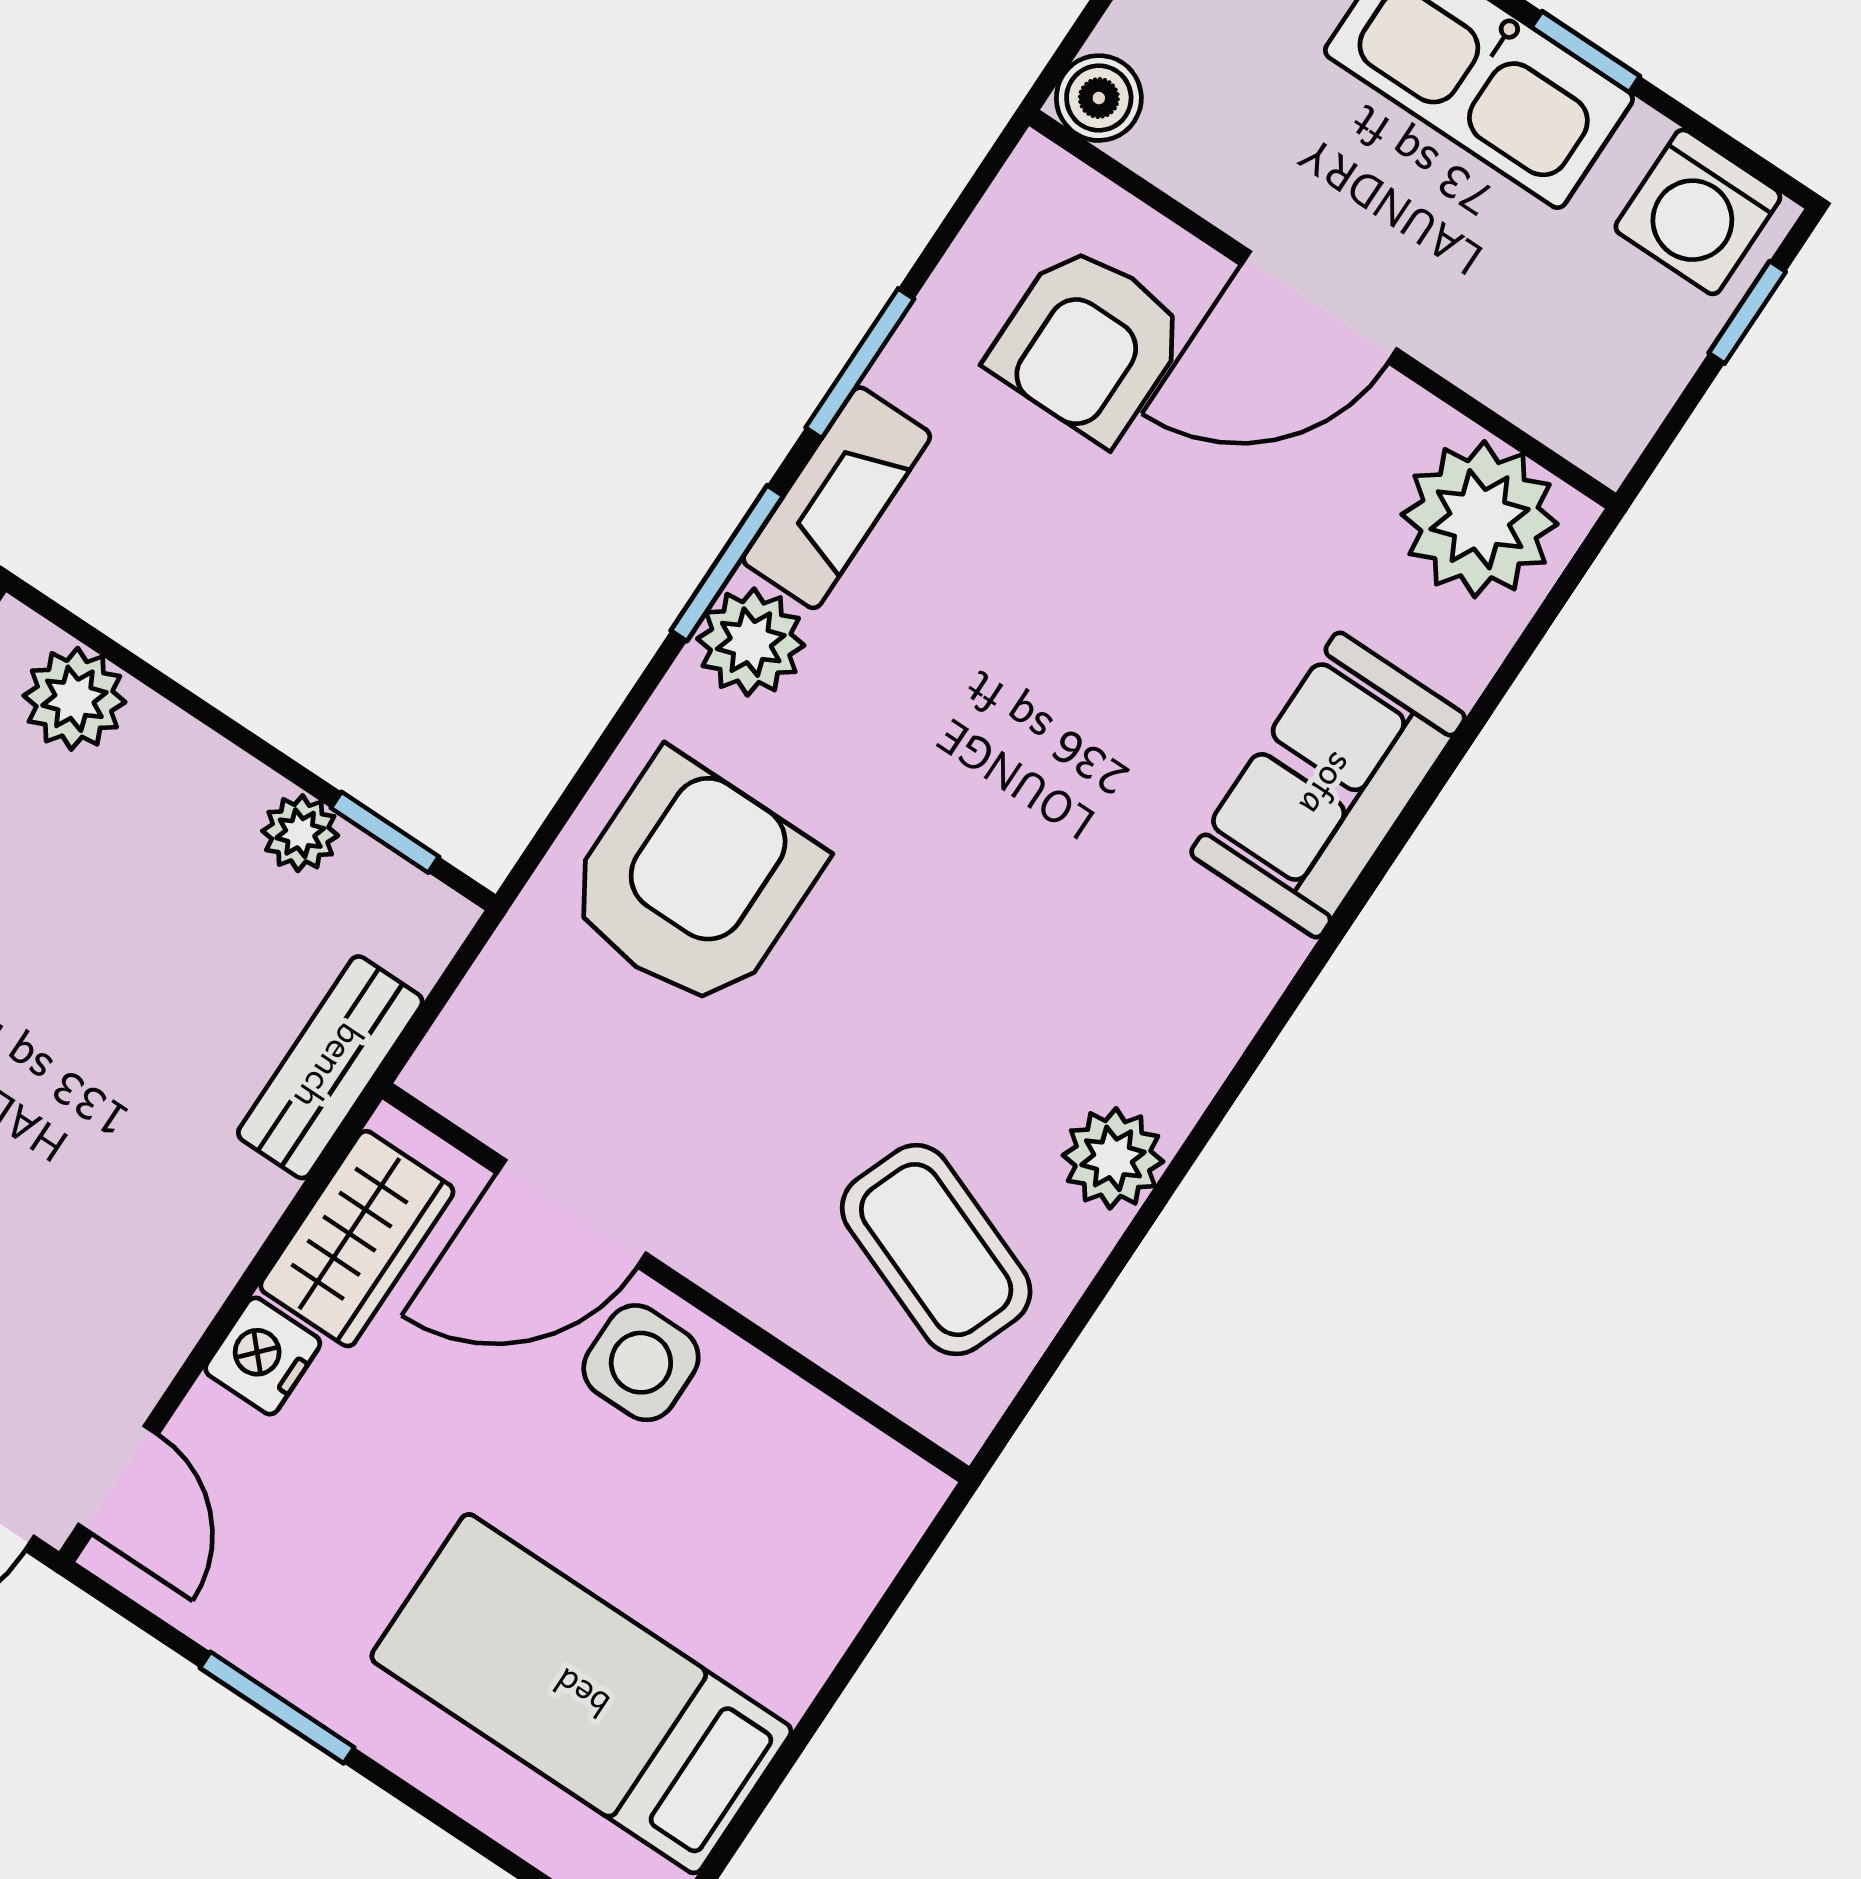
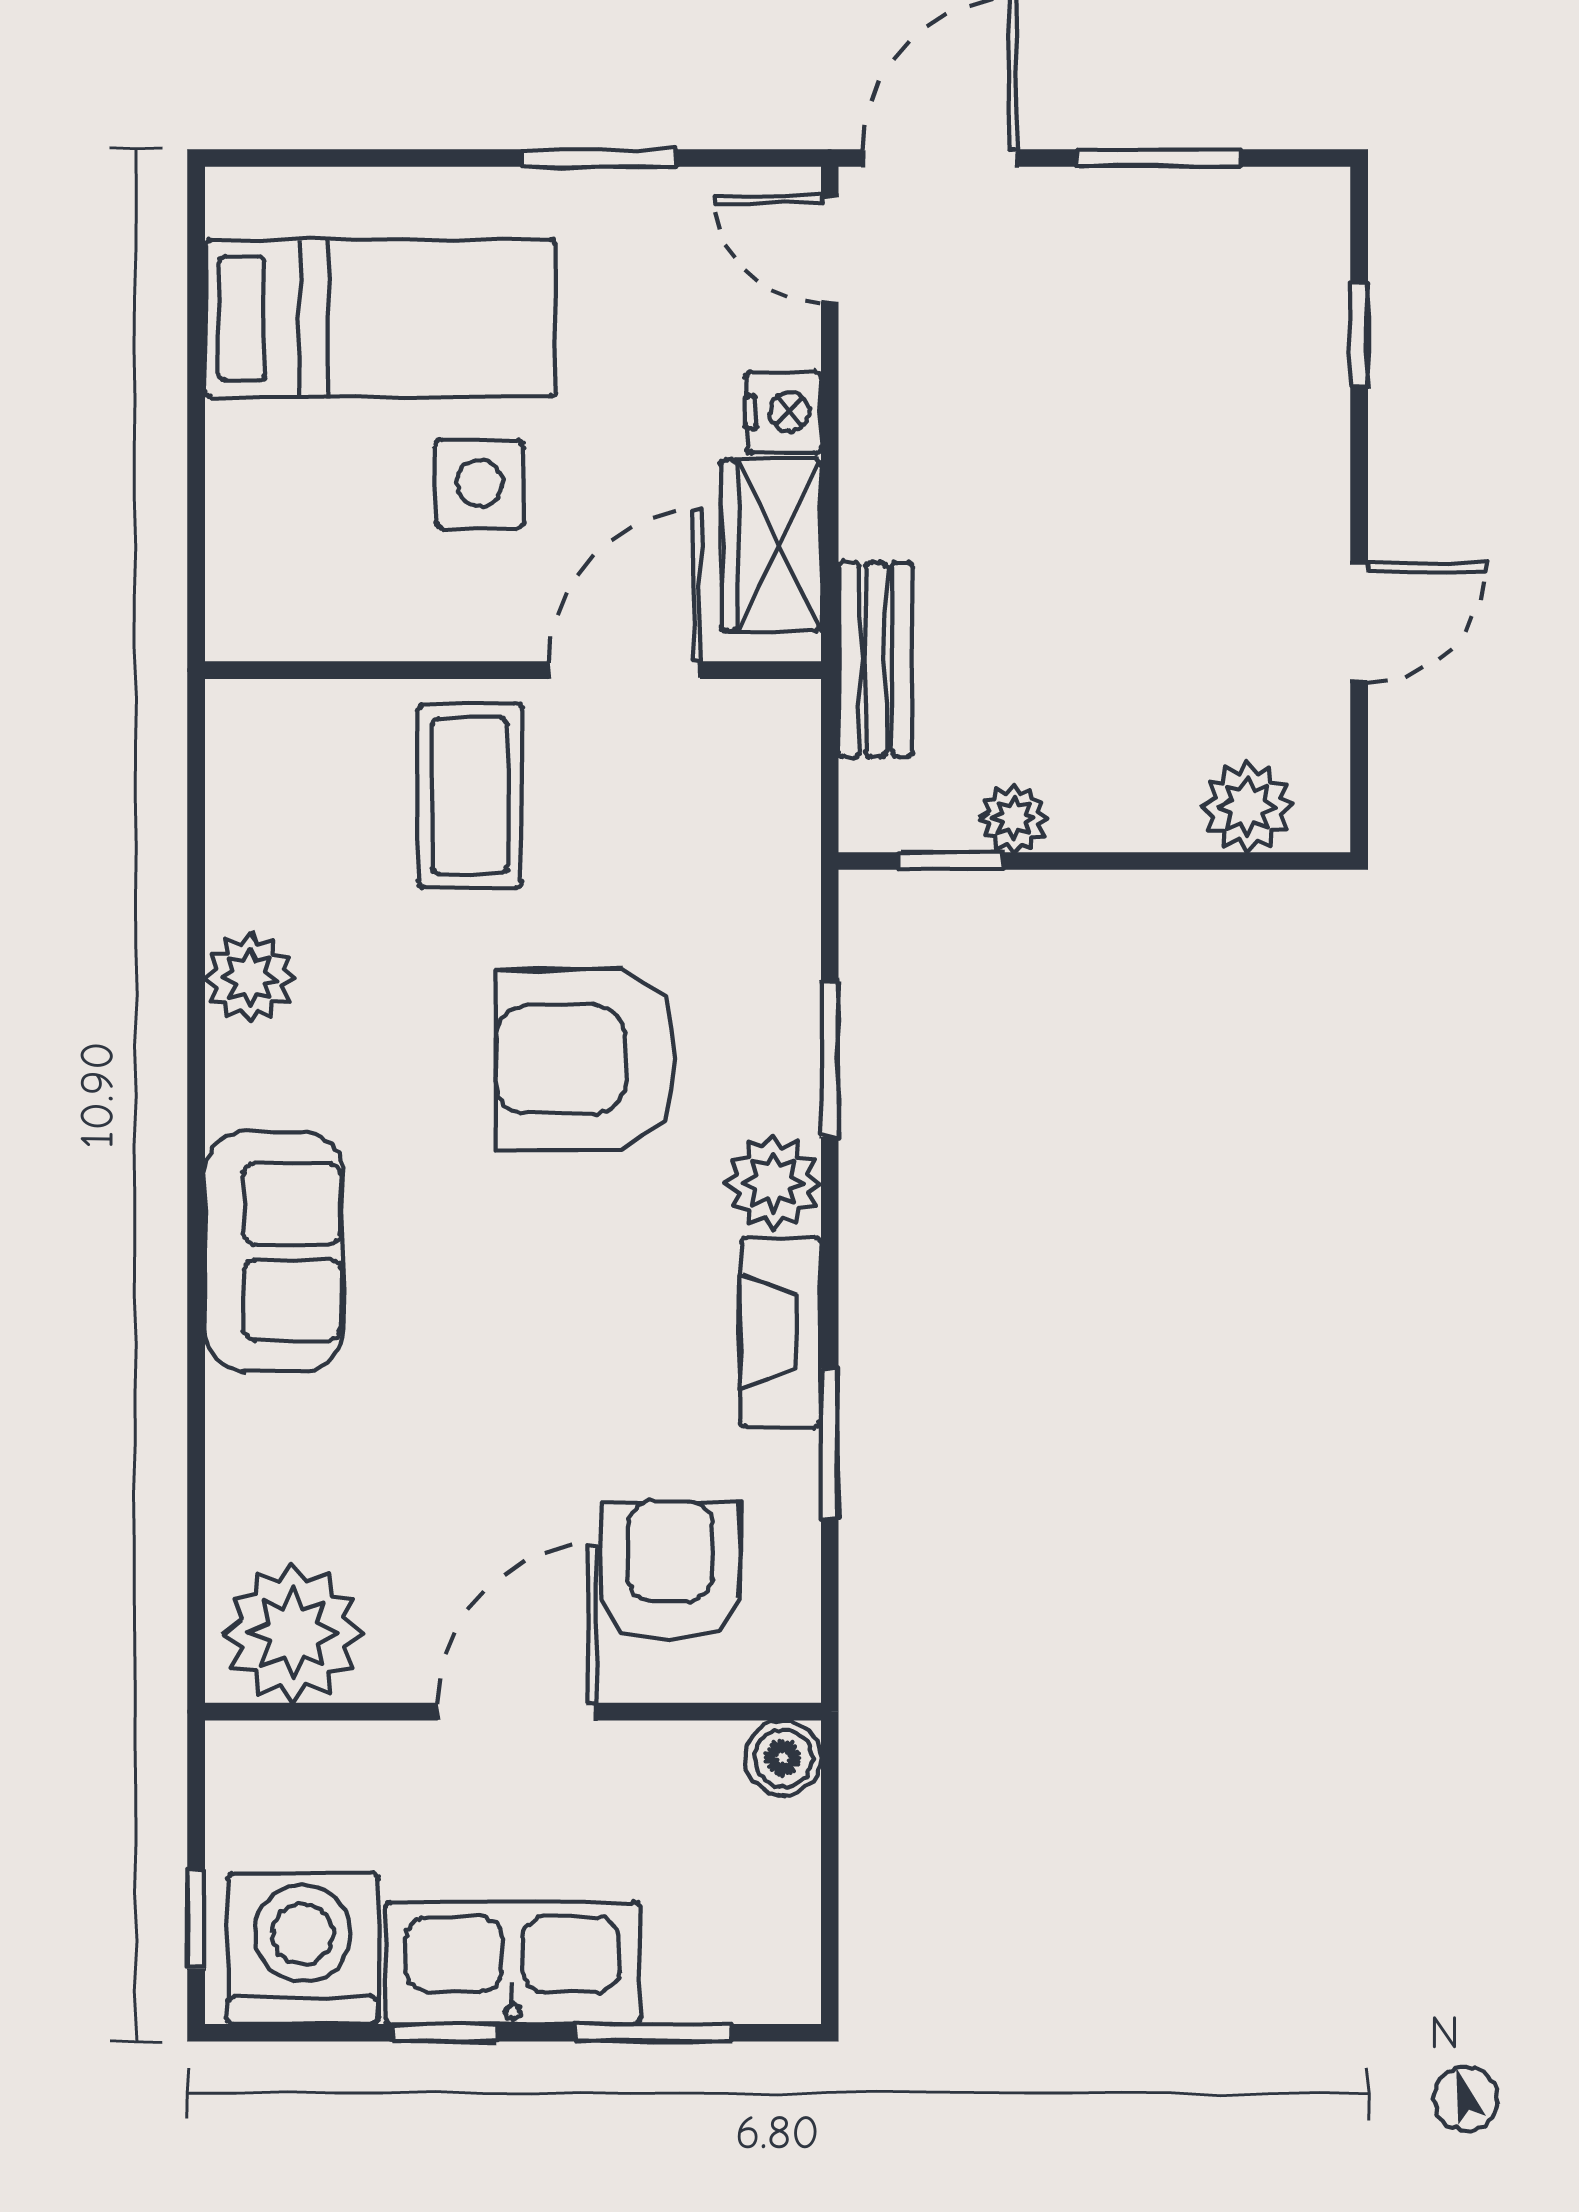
washing machine: (1698, 212) -> (303, 1949), width x1.37, depth x1.37
window: (727, 563) -> (830, 1059), moved
sofa: (1328, 785) -> (274, 1252), moved
armchair: (692, 882) -> (586, 1059), moved, turned 90
coffee table: (936, 1250) -> (470, 796), moved, turned 69
side table: (641, 1363) -> (480, 484), moved

